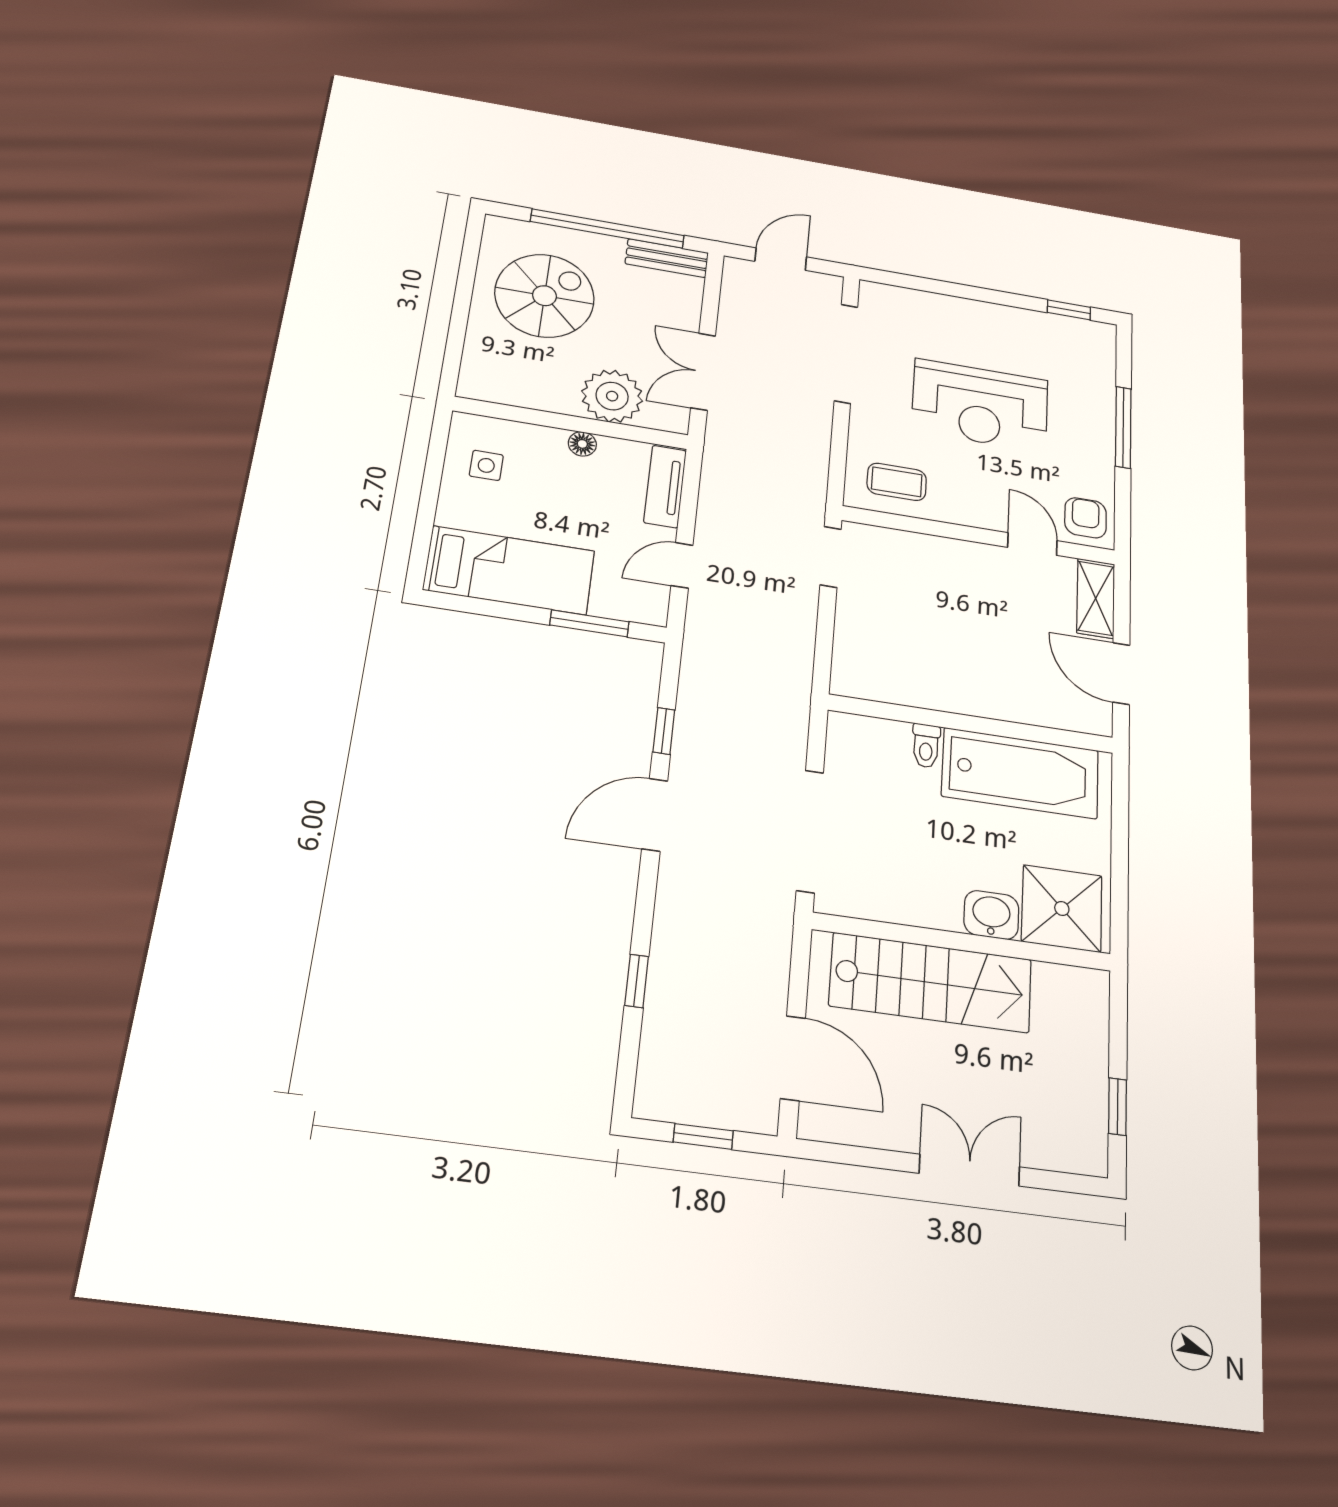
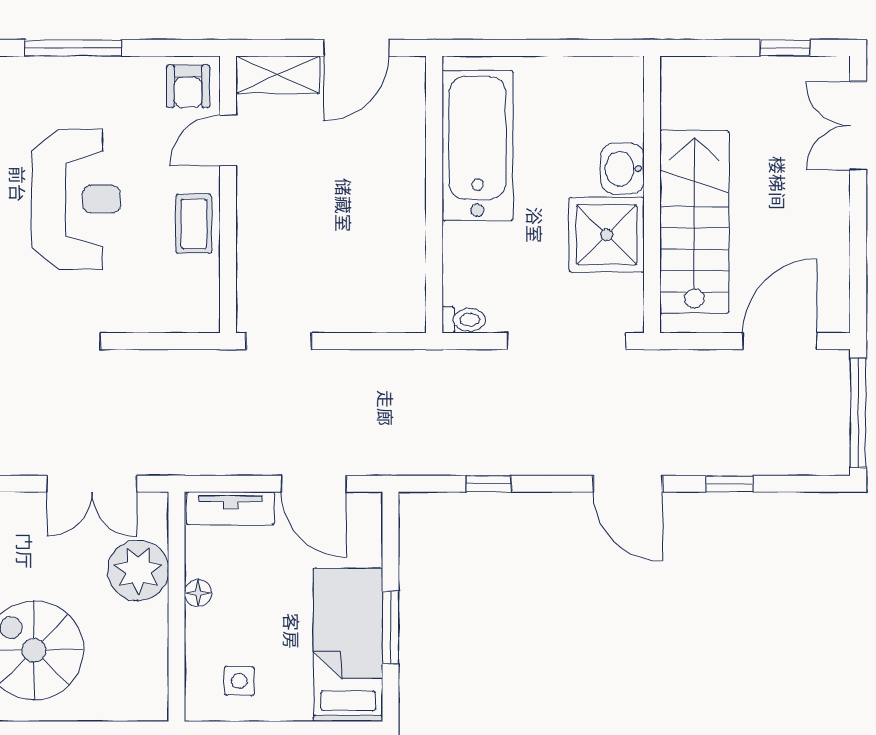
coffee table: (897, 482) -> (194, 224), moved
armchair: (1086, 518) -> (188, 86), turned -90
door: (682, 565) -> (314, 484), width x1.38
window: (589, 623) -> (390, 628), moved
toilet: (926, 746) -> (464, 320), moved
door: (655, 815) -> (628, 484), moved
shower: (1062, 908) -> (607, 235), moved
window: (703, 1136) -> (858, 413), width x2.17
double door: (969, 1170) -> (858, 126), moved

